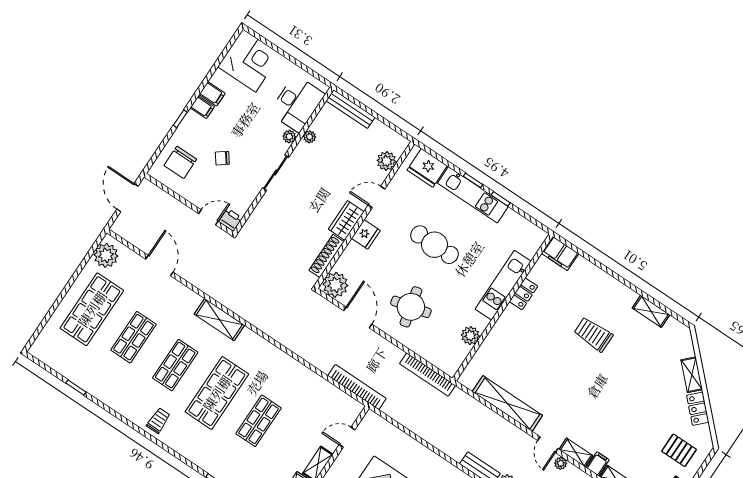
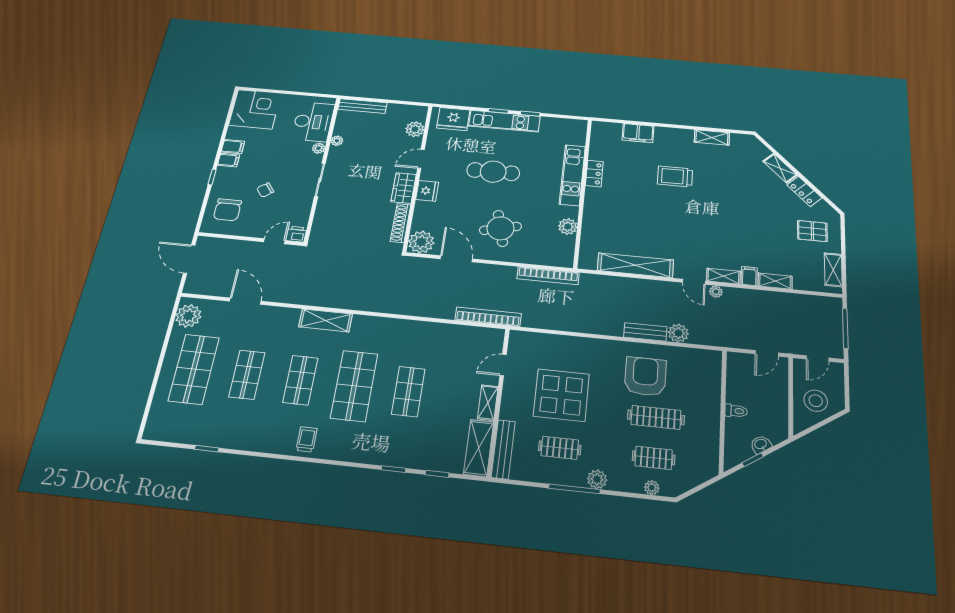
filing cabinet: (560, 254) -> (638, 133), moved

